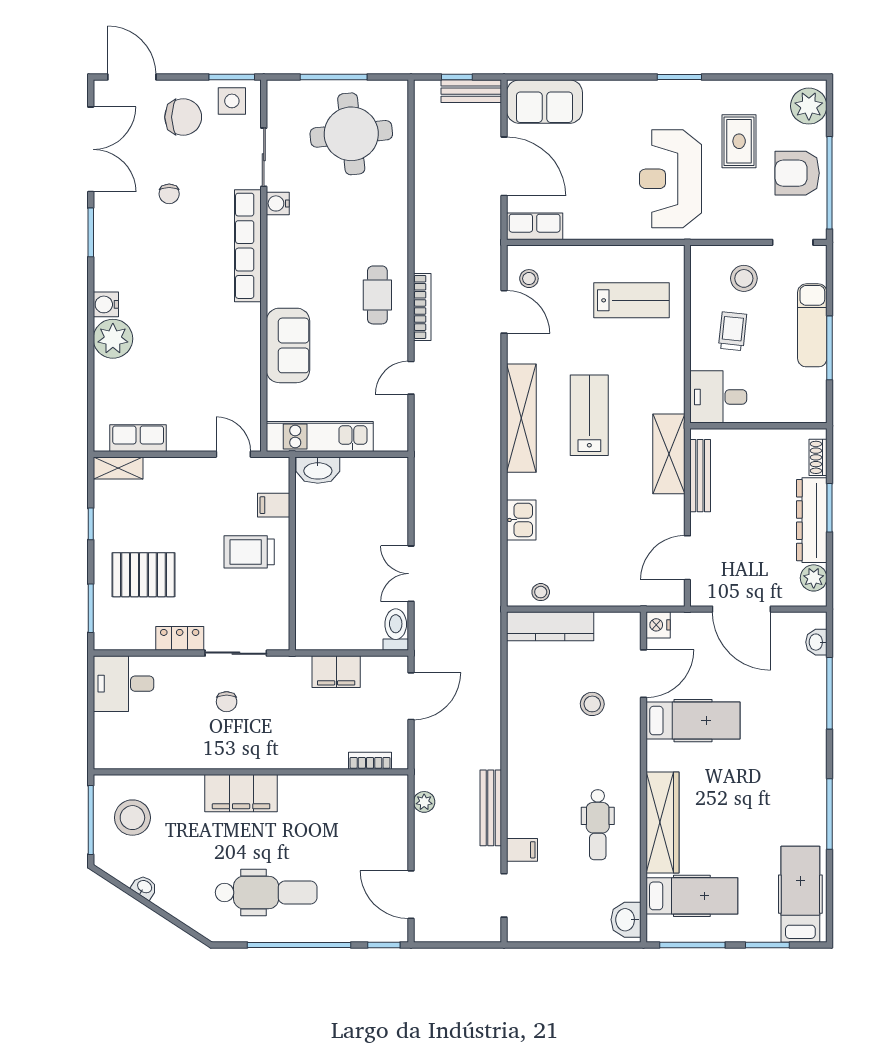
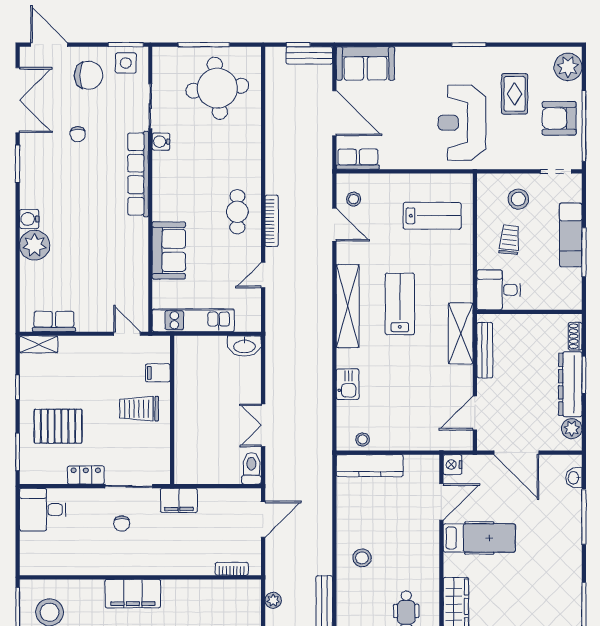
washbasin: (318, 470) -> (244, 346), moved
filing cabinet: (336, 672) -> (179, 500), moved
stool: (592, 704) -> (362, 558), moved

